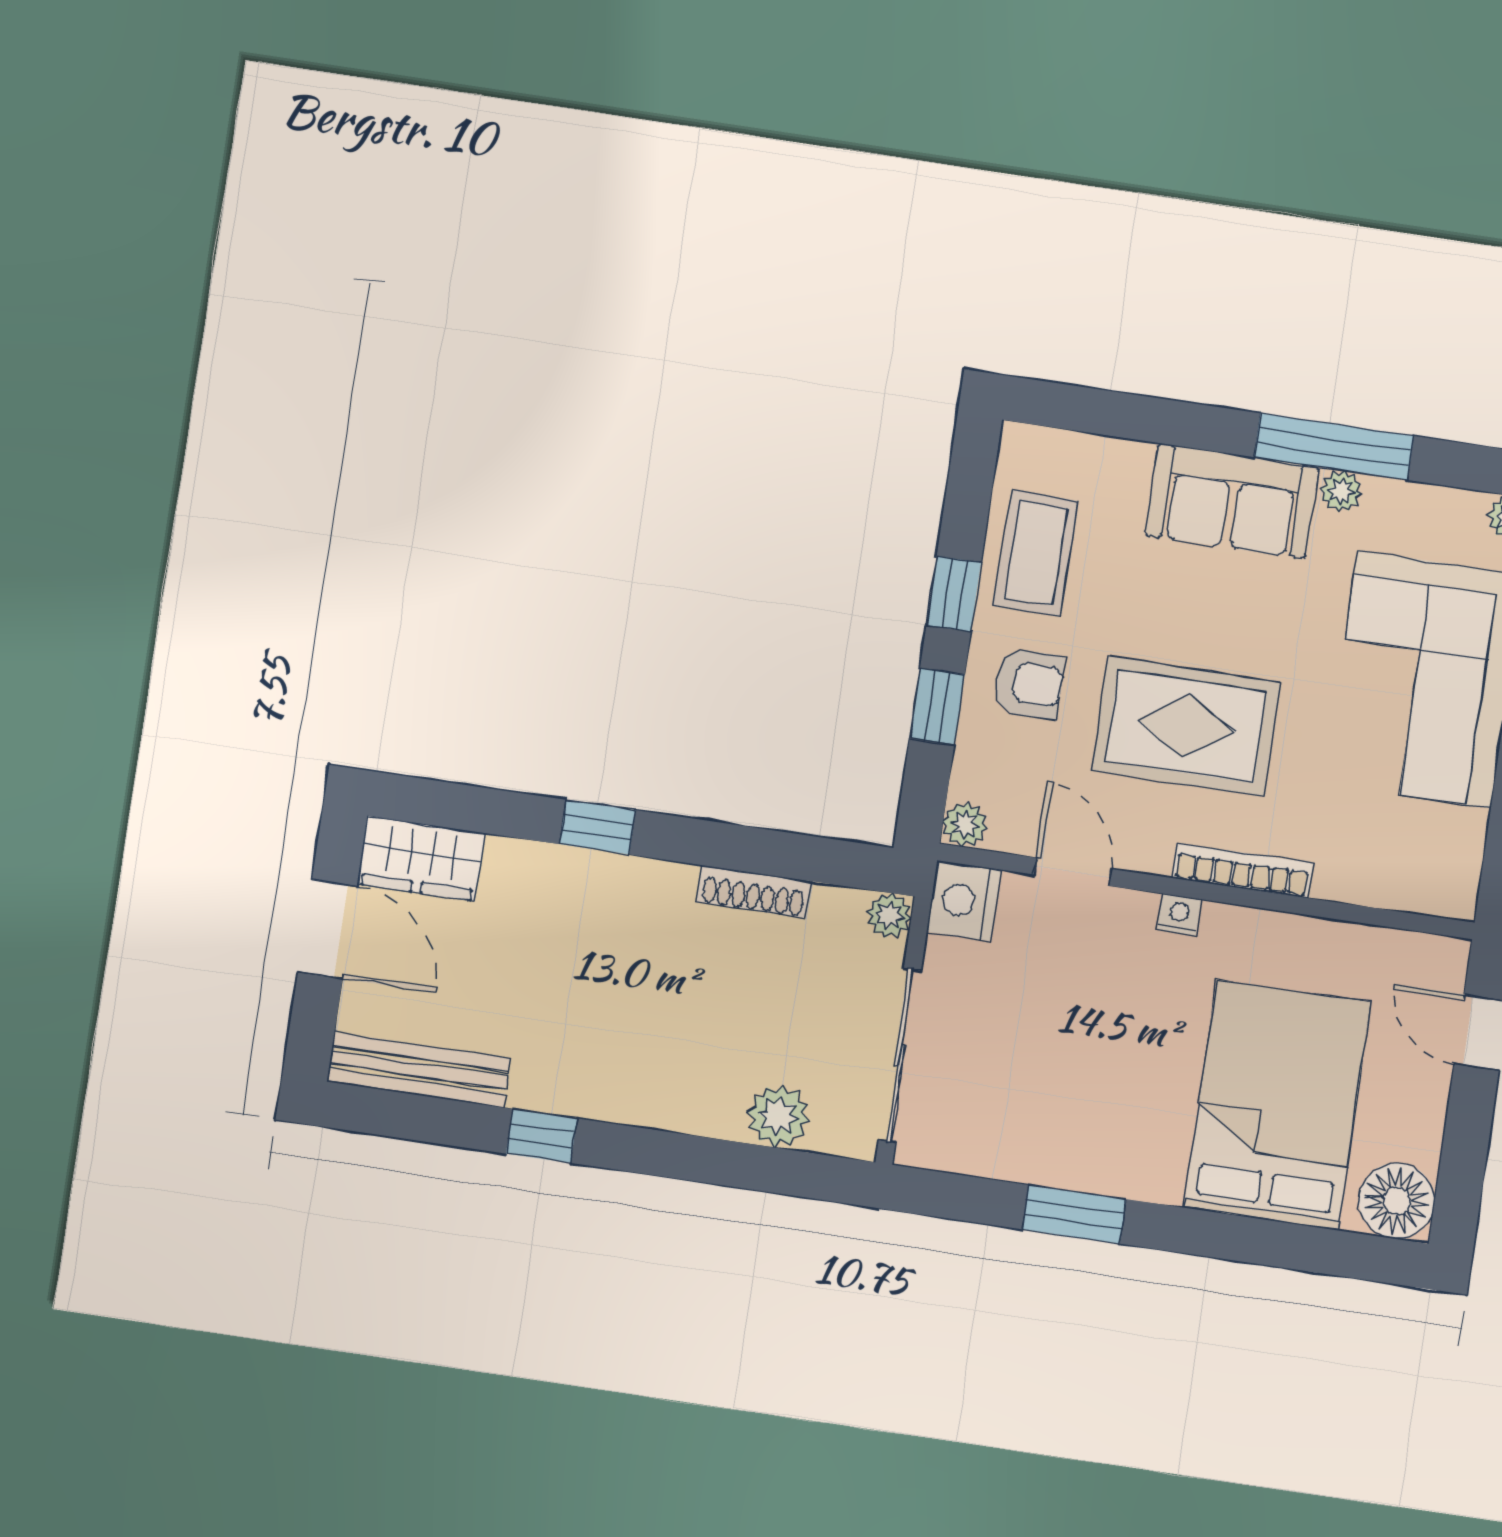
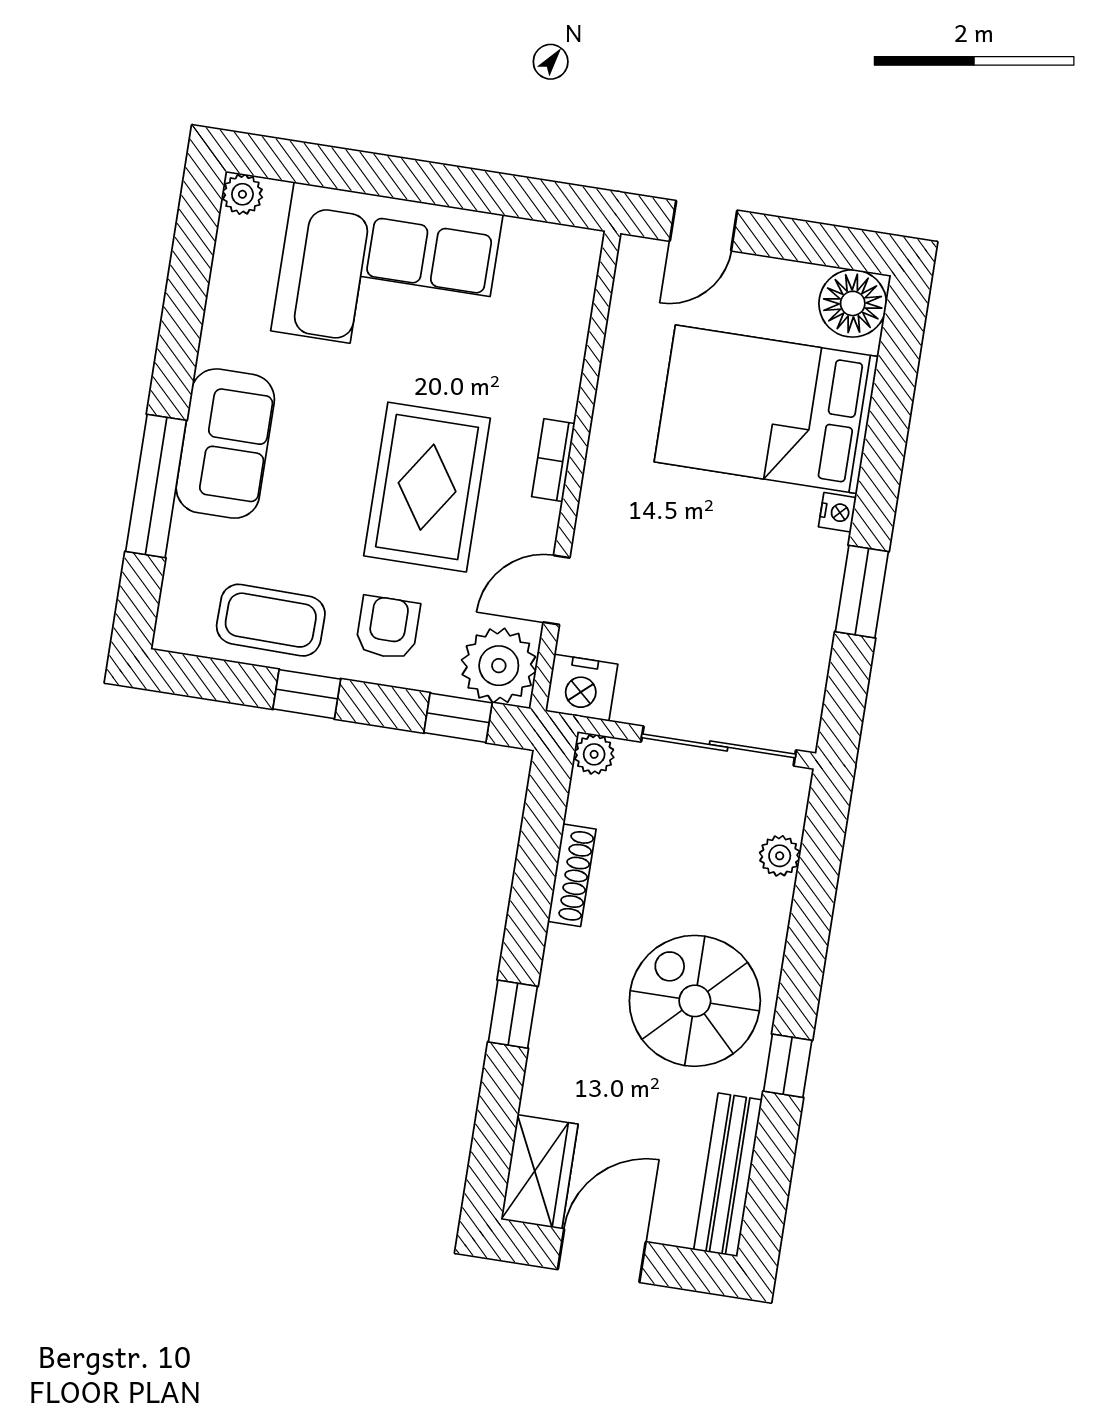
window: (1334, 447) -> (156, 486), moved
plant: (1341, 491) -> (217, 346), removed
window: (937, 706) -> (458, 718), moved
plant: (965, 825) -> (499, 666), width x1.88, depth x1.88
bookcase: (1242, 870) -> (553, 460), width x0.64
nightstand: (1179, 915) -> (837, 512), moved, turned 180
spiral stairs: (614, 1031) -> (695, 1001), added
plant: (778, 1116) -> (780, 856), width x0.73, depth x0.73

